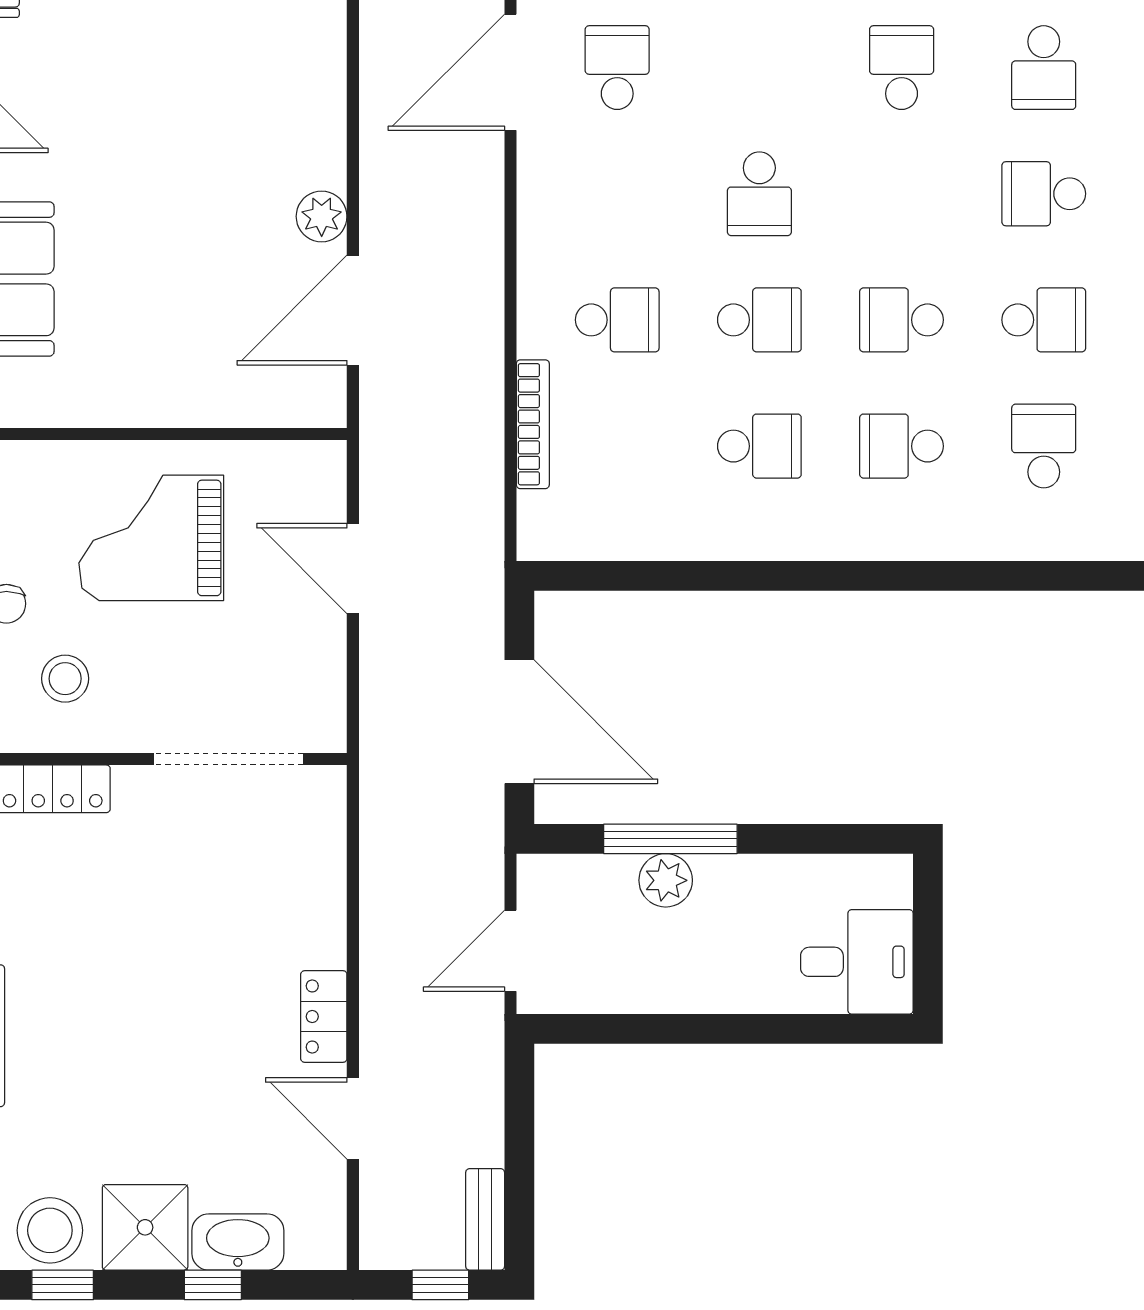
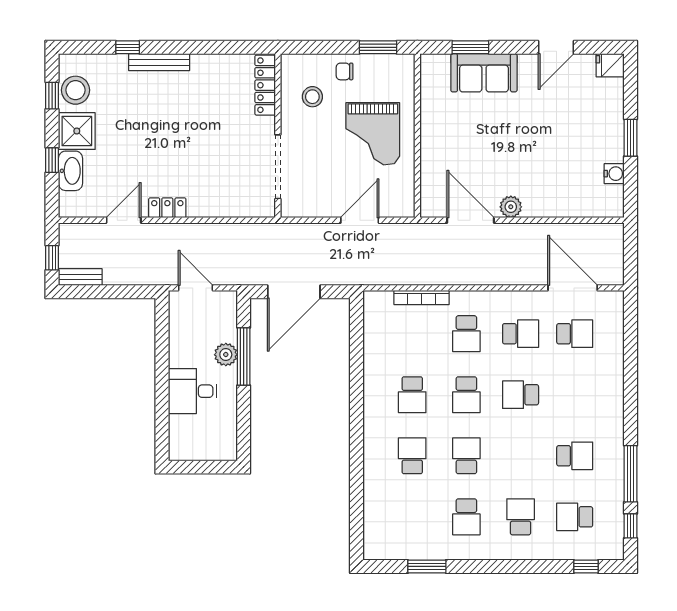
school desk: (1044, 446) -> (521, 334), moved
grand piano: (151, 538) -> (373, 134), turned 180
desk: (857, 962) -> (193, 391), moved, turned 90

